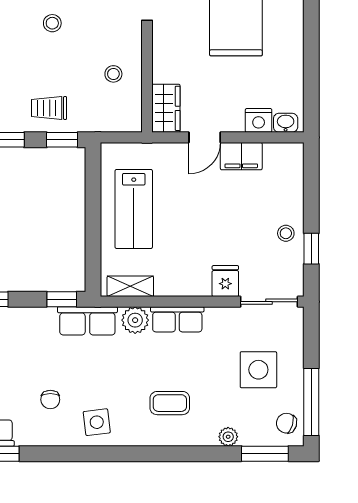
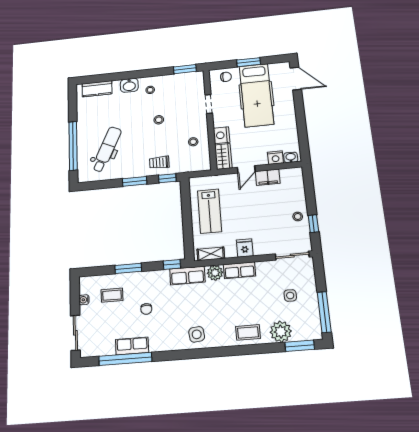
nightstand: (166, 67) -> (222, 135), added
fridge: (225, 281) -> (245, 248), moved
side table: (258, 370) -> (290, 295), width x0.54, depth x0.54
chair: (50, 400) -> (146, 309), moved
coffee table: (170, 403) -> (248, 332), moved
chair: (287, 423) -> (311, 326), removed
plant: (228, 437) -> (281, 332), width x1.88, depth x1.88

